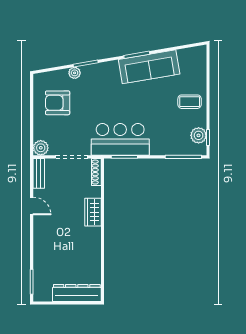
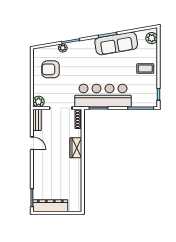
plant: (199, 135) -> (152, 38), moved
bar counter: (120, 139) -> (103, 96), width x1.36
dresser: (77, 293) -> (50, 206), moved

